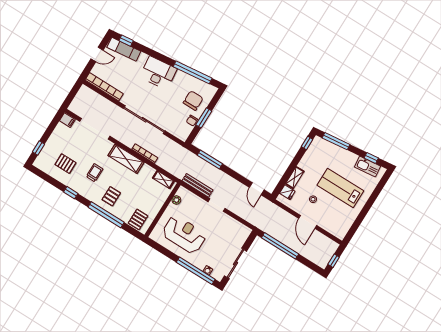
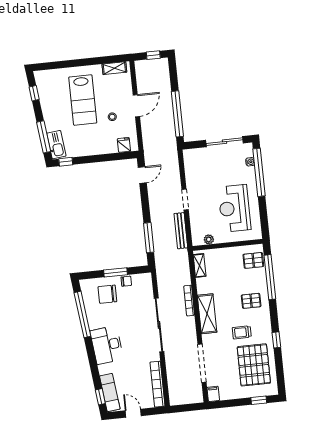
pallet: (66, 164) -> (254, 365), width x2.05, depth x2.00
kitchen sink: (367, 167) -> (56, 145), moved
shelving: (295, 178) -> (114, 68), moved
window: (106, 215) -> (270, 277), moved

